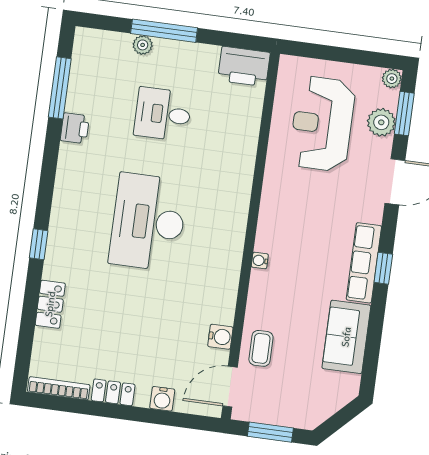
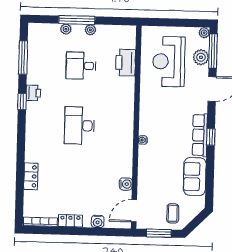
plant: (187, 51) -> (90, 30), added
printer: (244, 66) -> (126, 63), moved, turned 90
window: (404, 114) -> (213, 51), width x1.44
printer: (75, 128) -> (33, 93), moved
desk: (148, 222) -> (79, 126), width x0.73, depth x0.77
window: (39, 244) -> (22, 102), moved
coffee table: (261, 348) -> (173, 213), moved

